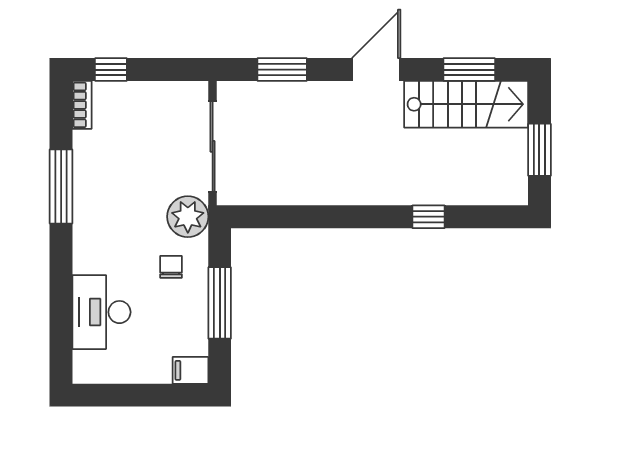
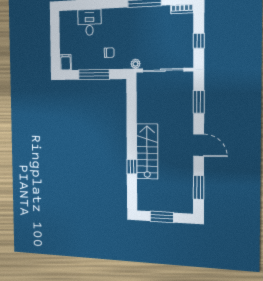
window: (111, 70) -> (199, 41), moved
stairs: (466, 104) -> (147, 151), moved, turned 180
plant: (188, 217) -> (136, 64), width x0.53, depth x0.53
desk: (101, 312) -> (89, 22), width x0.73

